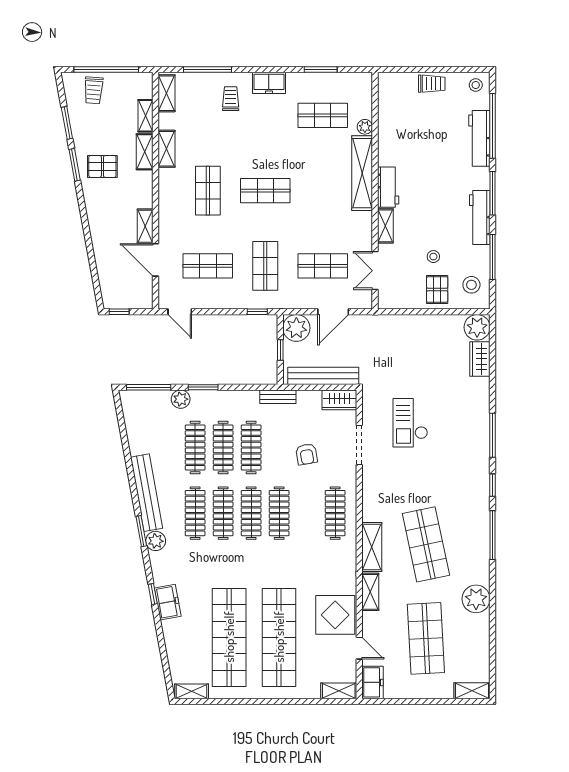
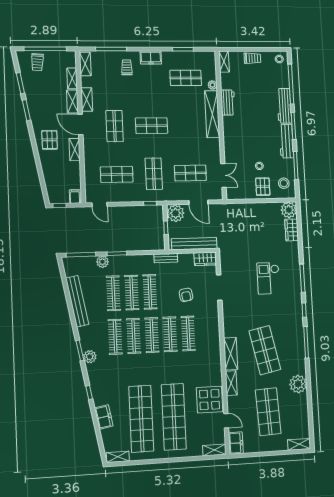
workbench: (479, 138) -> (284, 106), moved
pallet: (102, 166) -> (50, 140), moved, turned 90
workbench: (388, 187) -> (228, 102), moved
shelving: (385, 226) -> (224, 62), moved
door: (156, 260) -> (80, 124), moved
double door: (375, 271) -> (223, 175), swing flipped
filing cabinet: (143, 299) -> (75, 197), added
door: (333, 312) -> (198, 202), hinge flipped
checkout: (410, 423) -> (268, 278), moved
bench: (147, 493) -> (77, 301), moved
clothes rail: (335, 513) -> (188, 333), moved
freezer: (168, 602) -> (104, 417), moved

